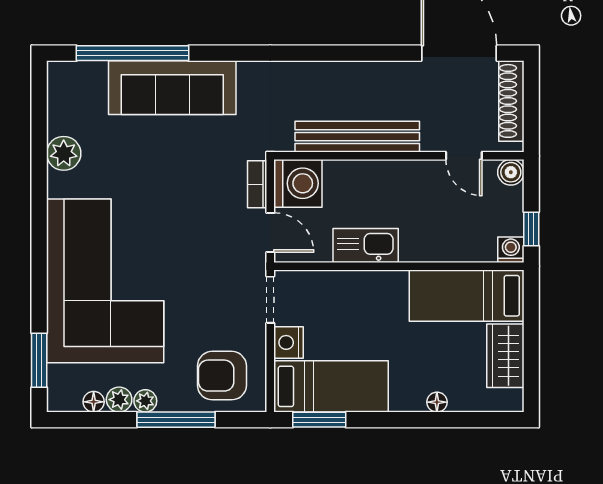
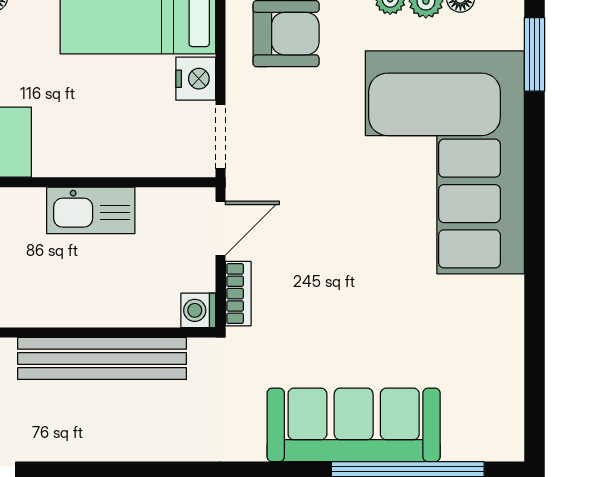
plant: (64, 153) -> (501, 336), removed
washing machine: (298, 183) -> (198, 310), width x0.53, depth x0.53
door: (270, 233) -> (220, 228), swing flipped

